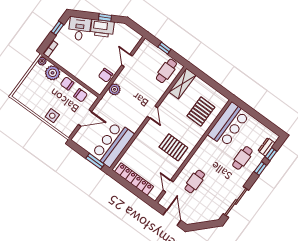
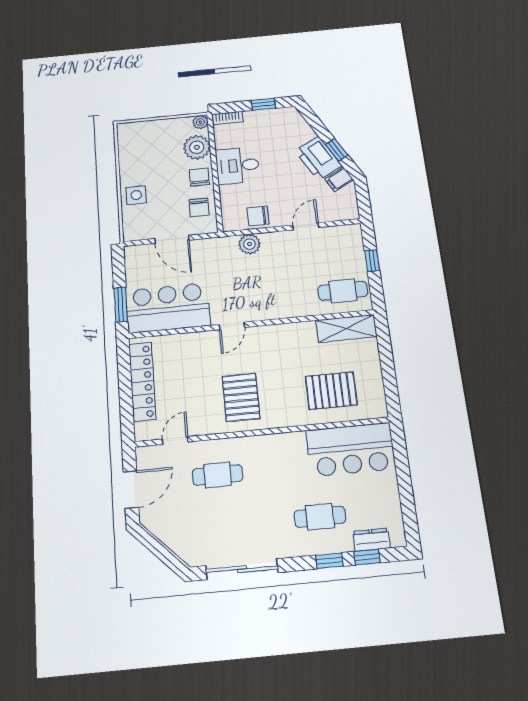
desk: (80, 29) -> (238, 166), moved, turned -151
filing cabinet: (119, 29) -> (339, 179), added
door: (153, 112) -> (232, 326), moved

